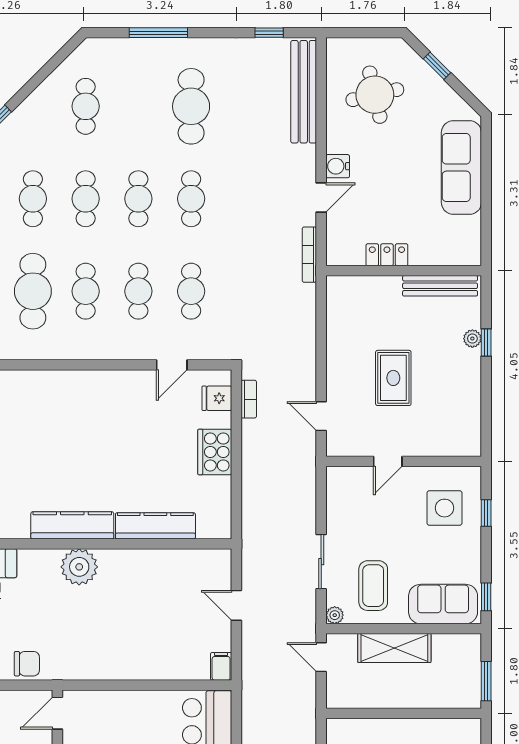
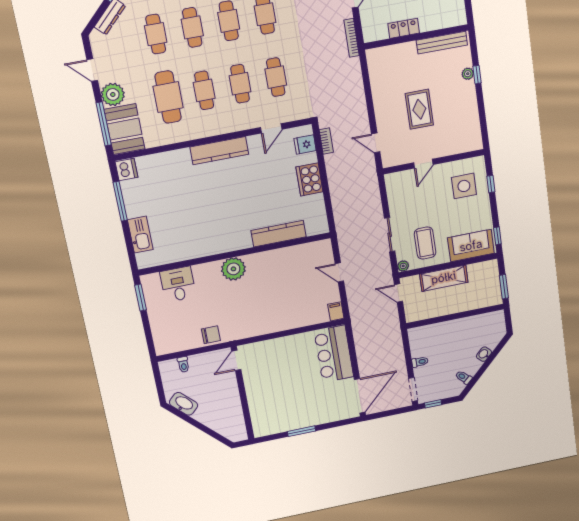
kitchen counter: (72, 525) -> (219, 151), moved, turned 180

